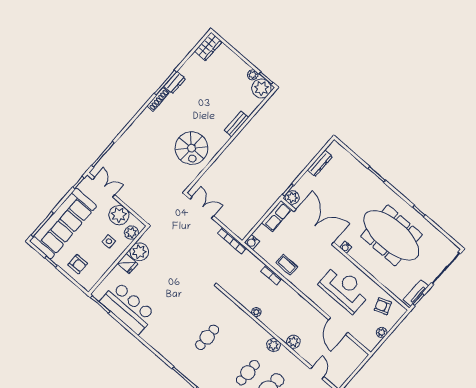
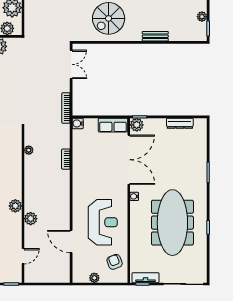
plant: (261, 88) -> (198, 32), removed
coffee table: (287, 265) -> (83, 164), removed
plant: (256, 312) -> (29, 150), moved
door: (338, 326) -> (71, 242), hinge flipped

